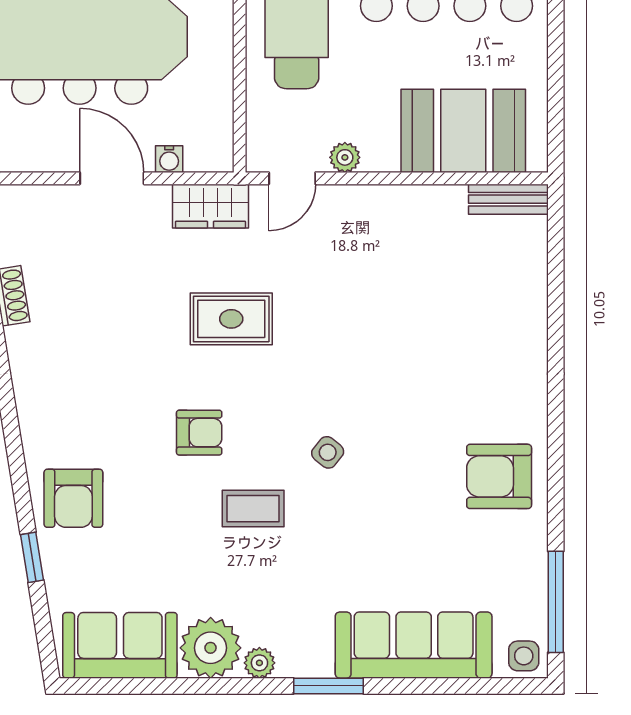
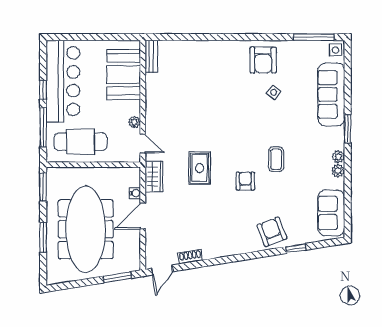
side table: (328, 452) -> (274, 92), moved
armchair: (73, 498) -> (272, 232), turned -111
plant: (211, 648) -> (338, 171), width x0.53, depth x0.53

